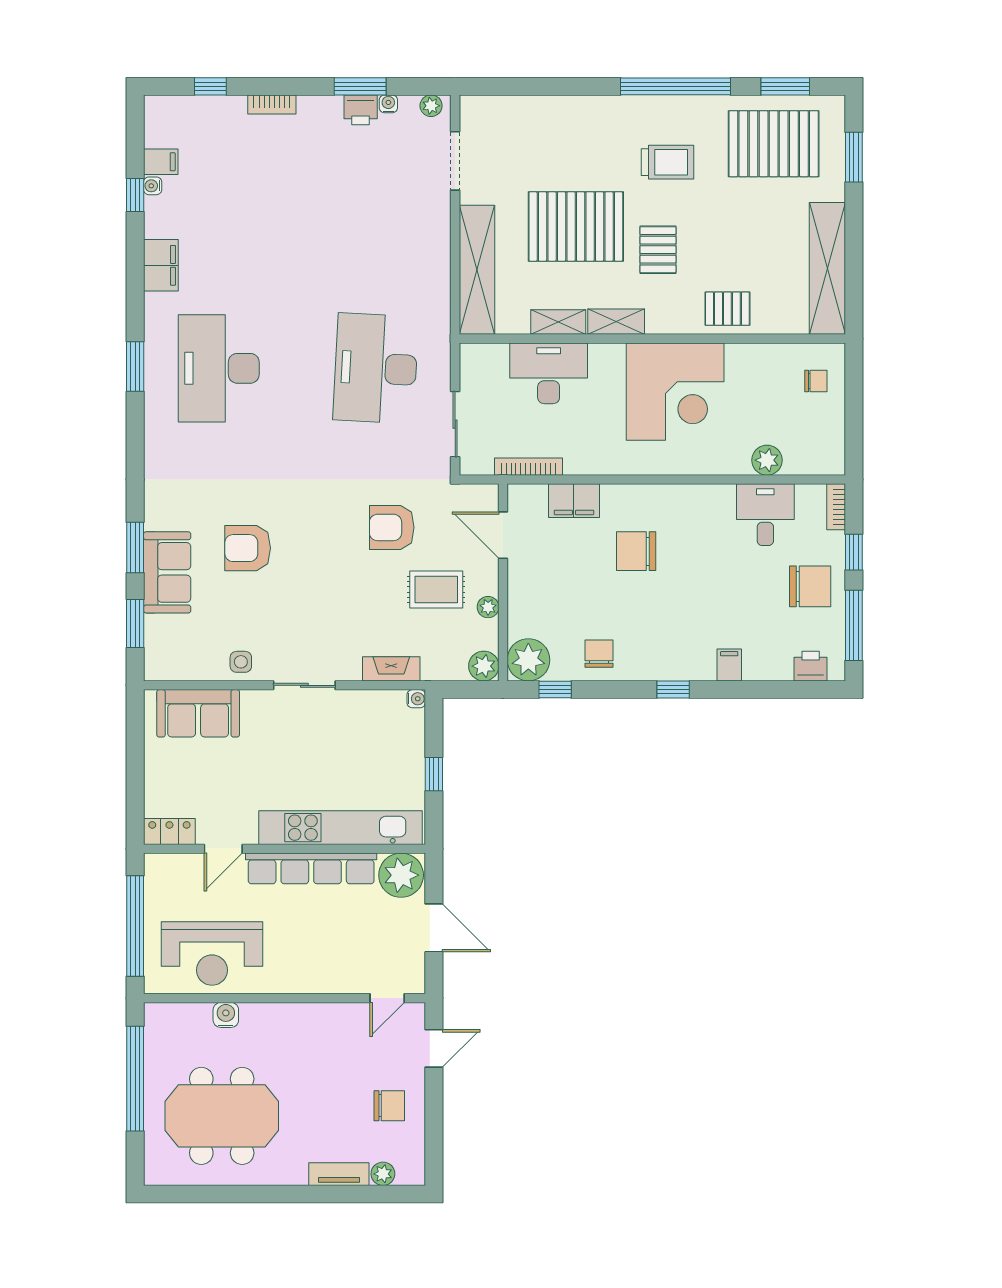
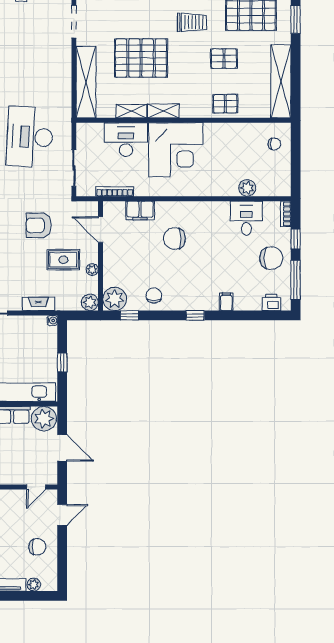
pallet: (658, 250) -> (224, 59), moved, turned 90
corner desk: (675, 392) -> (176, 150), moved

